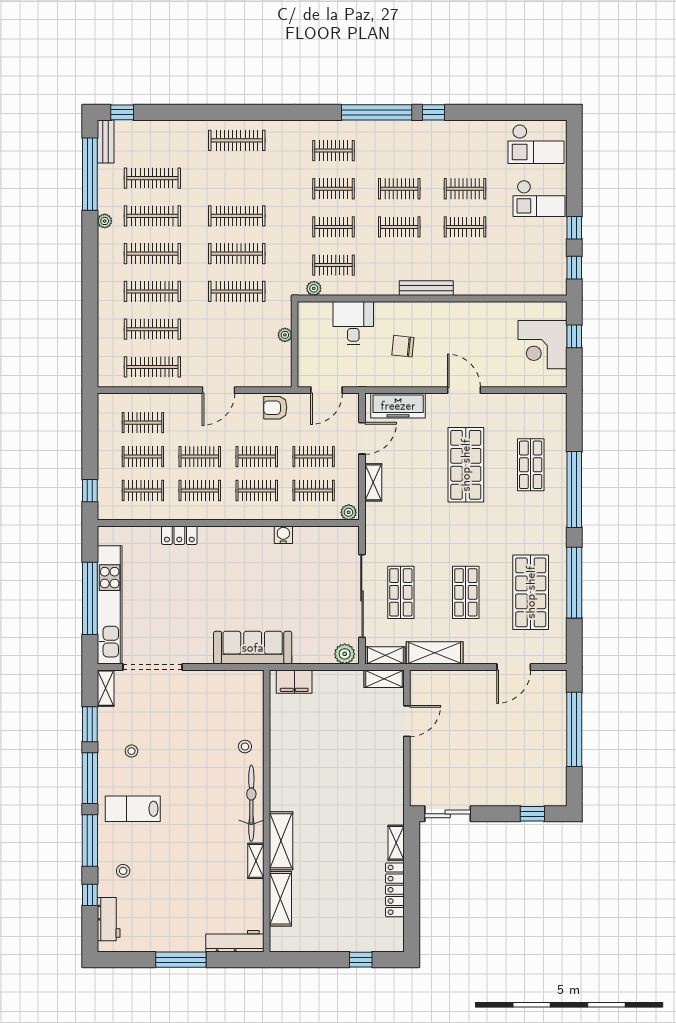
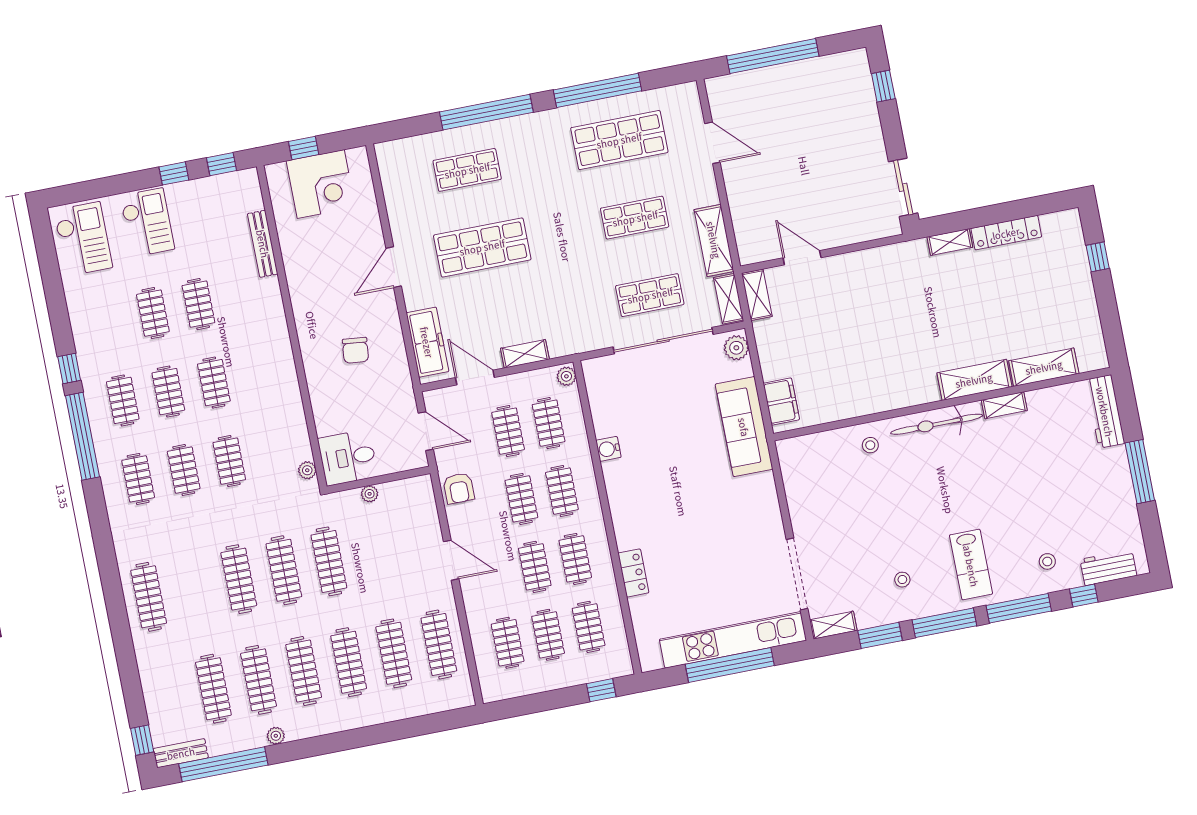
clothes rail: (334, 265) -> (123, 400), moved
bench: (426, 288) -> (263, 244), moved
desk: (353, 323) -> (348, 457), moved
sofa: (253, 648) -> (744, 427), moved

